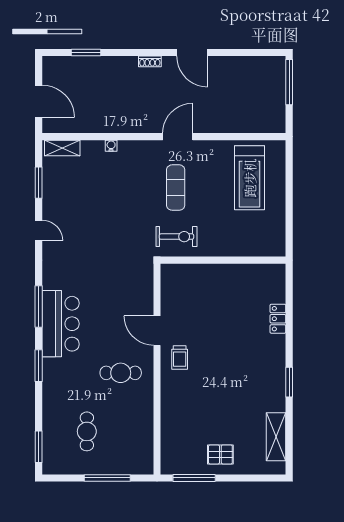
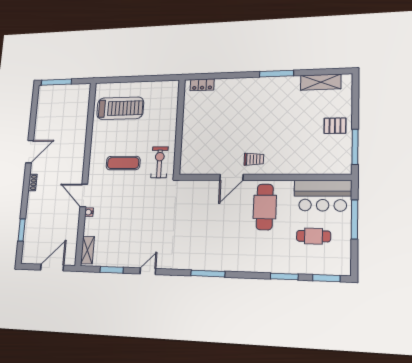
door: (178, 137) -> (84, 195), moved
locker: (278, 319) -> (202, 85), moved
bar counter: (61, 324) -> (323, 196), moved, turned 180
window: (39, 366) -> (284, 276), moved
cafe table: (121, 373) -> (265, 207), width x1.37, depth x1.35
window: (289, 382) -> (276, 74), width x1.44
pallet: (220, 454) -> (335, 126), turned 90

